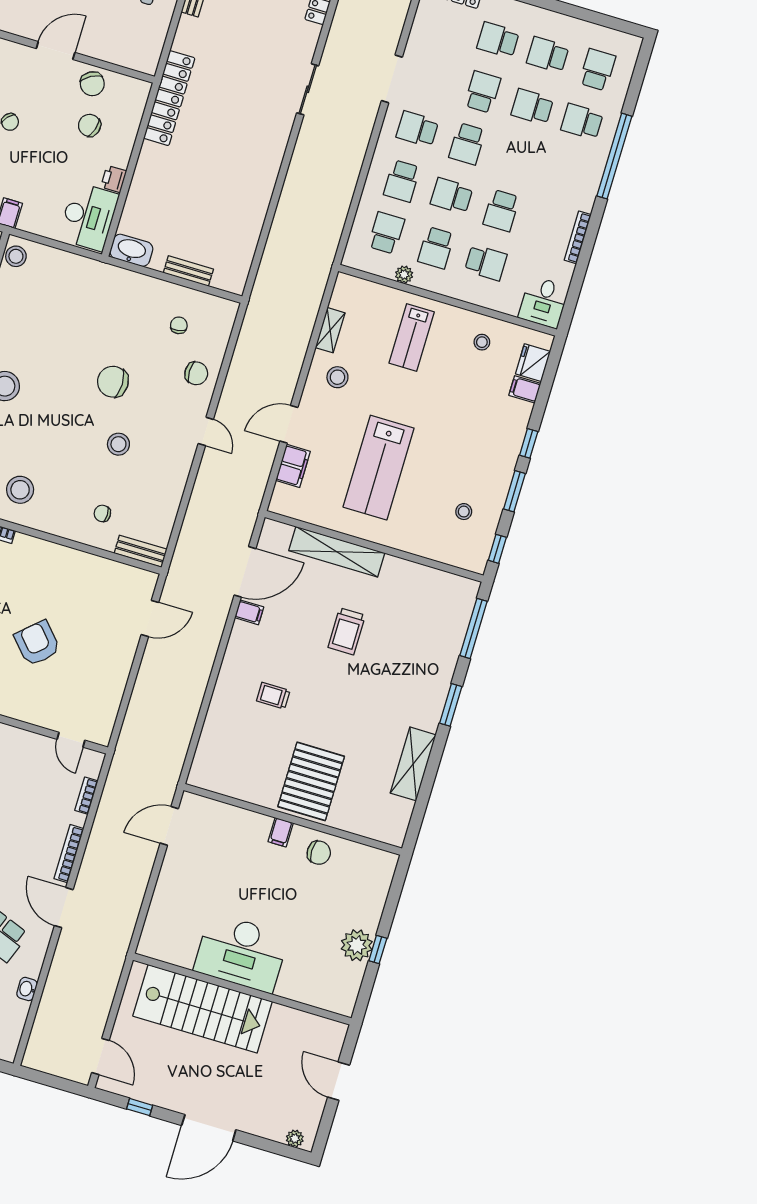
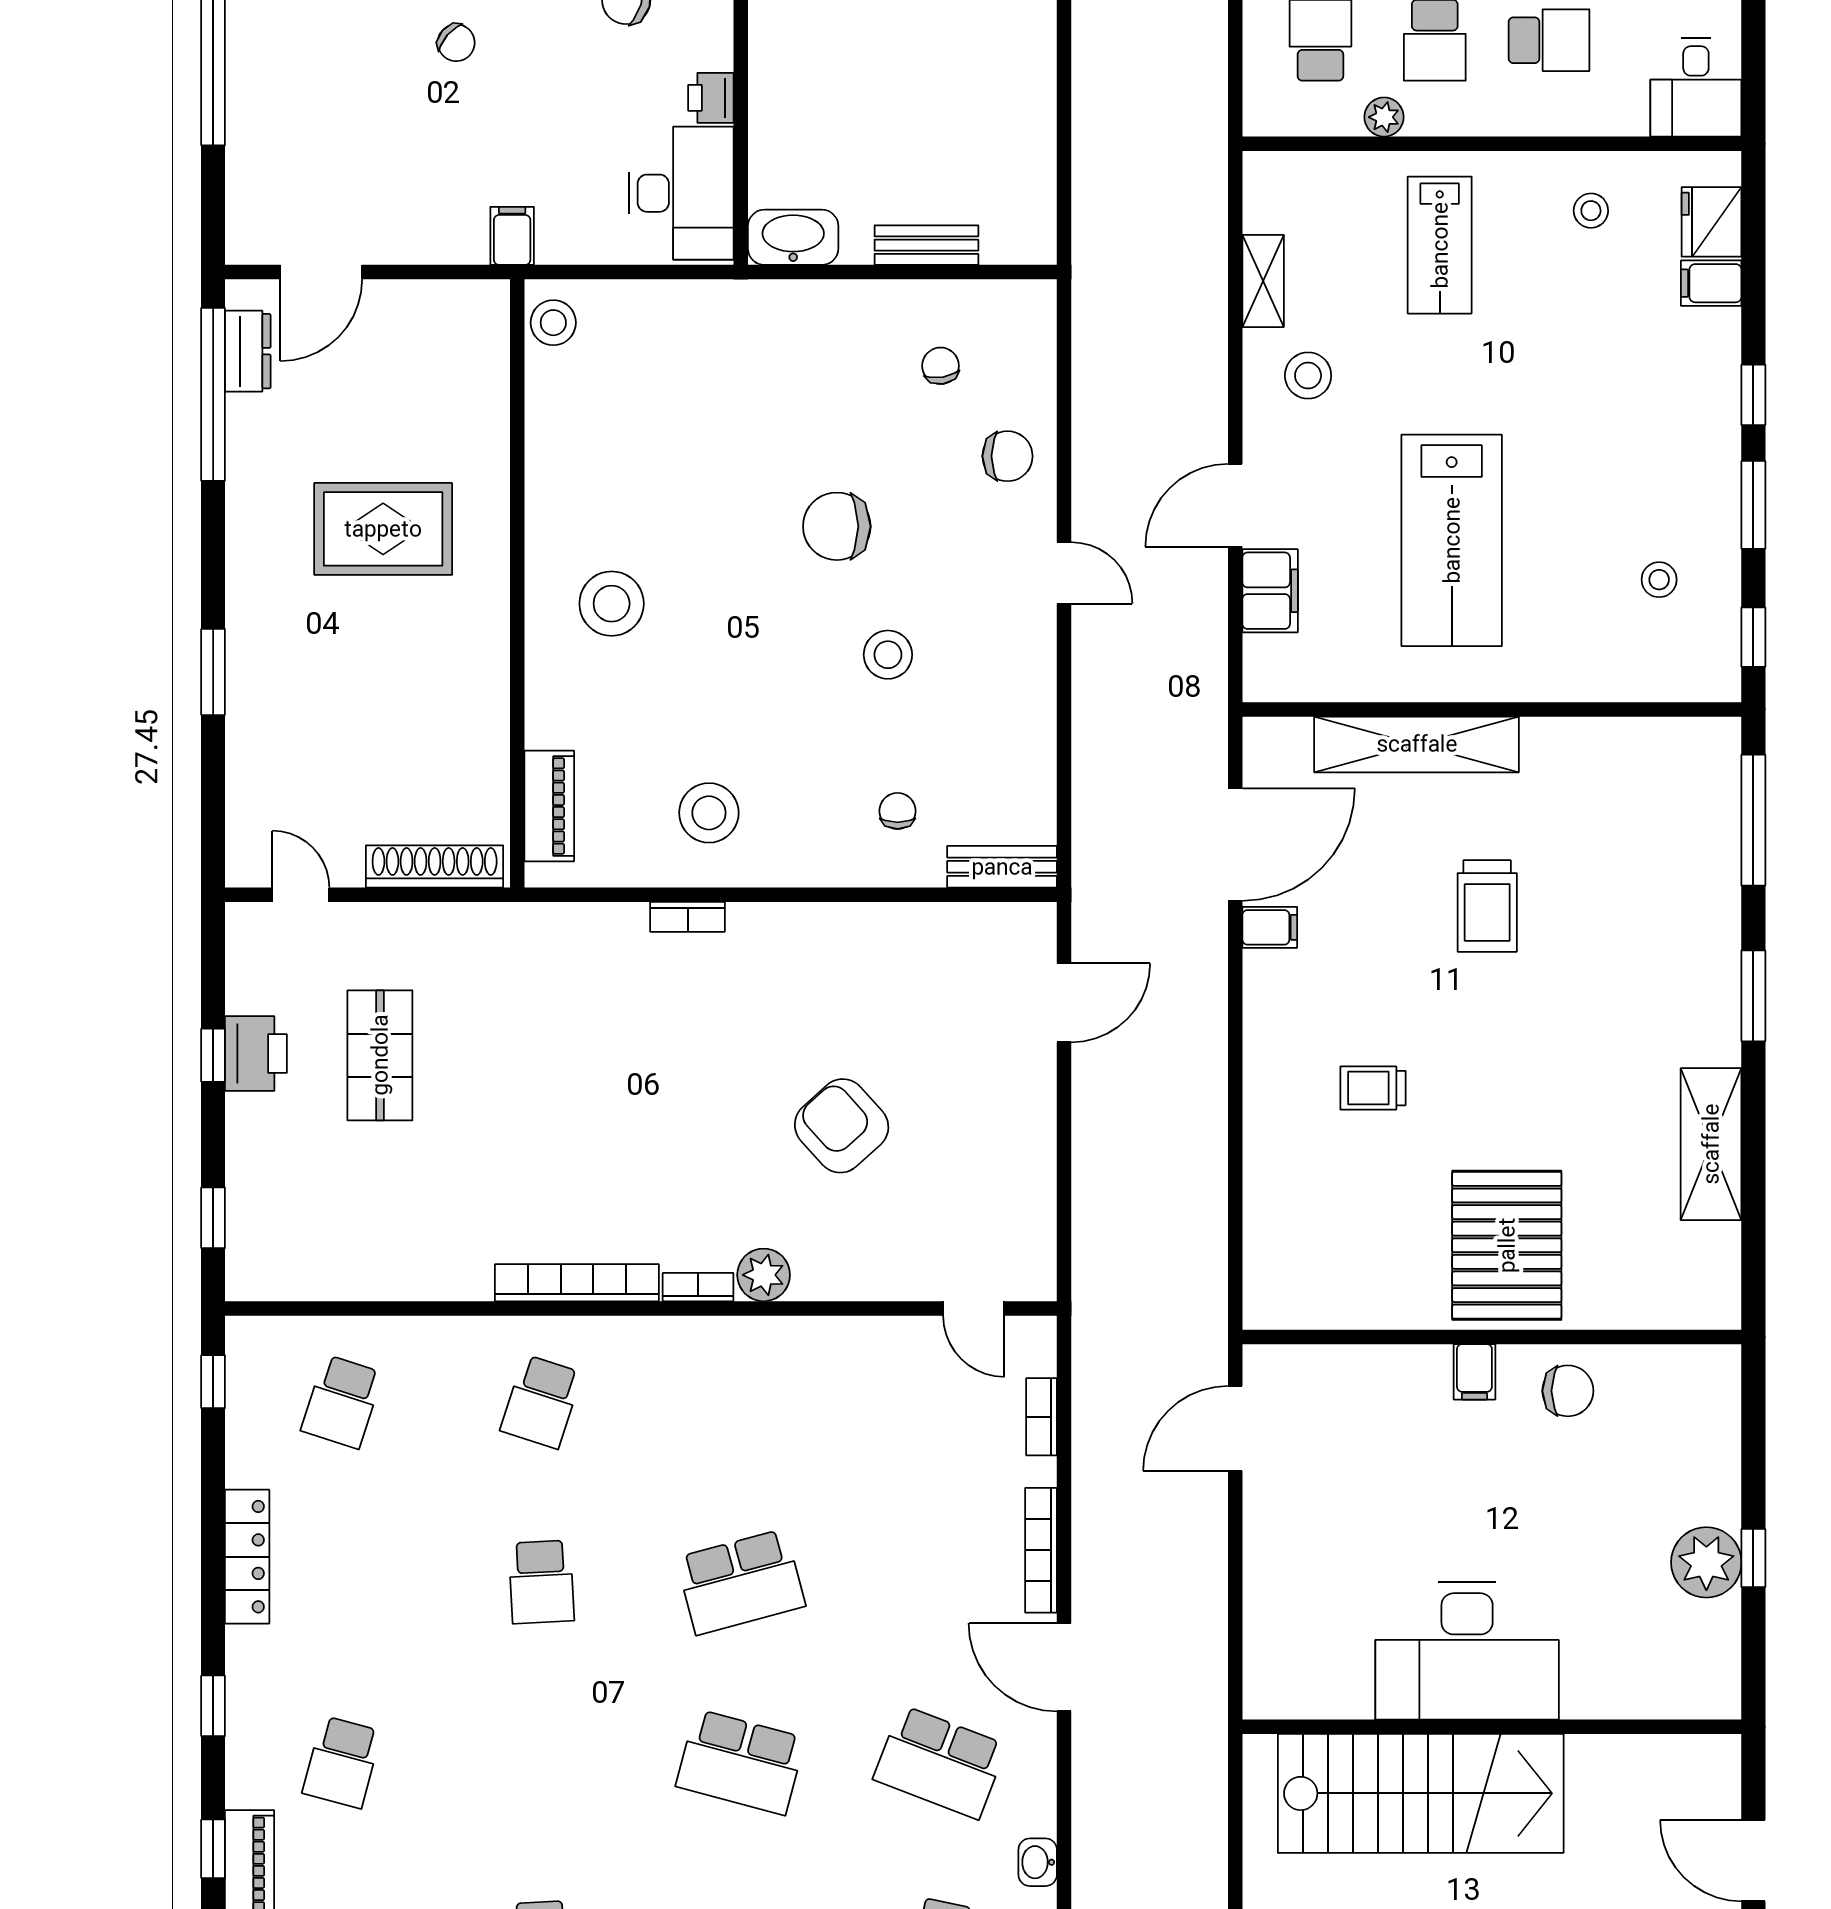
chair: (102, 513) -> (898, 811), turned 90

